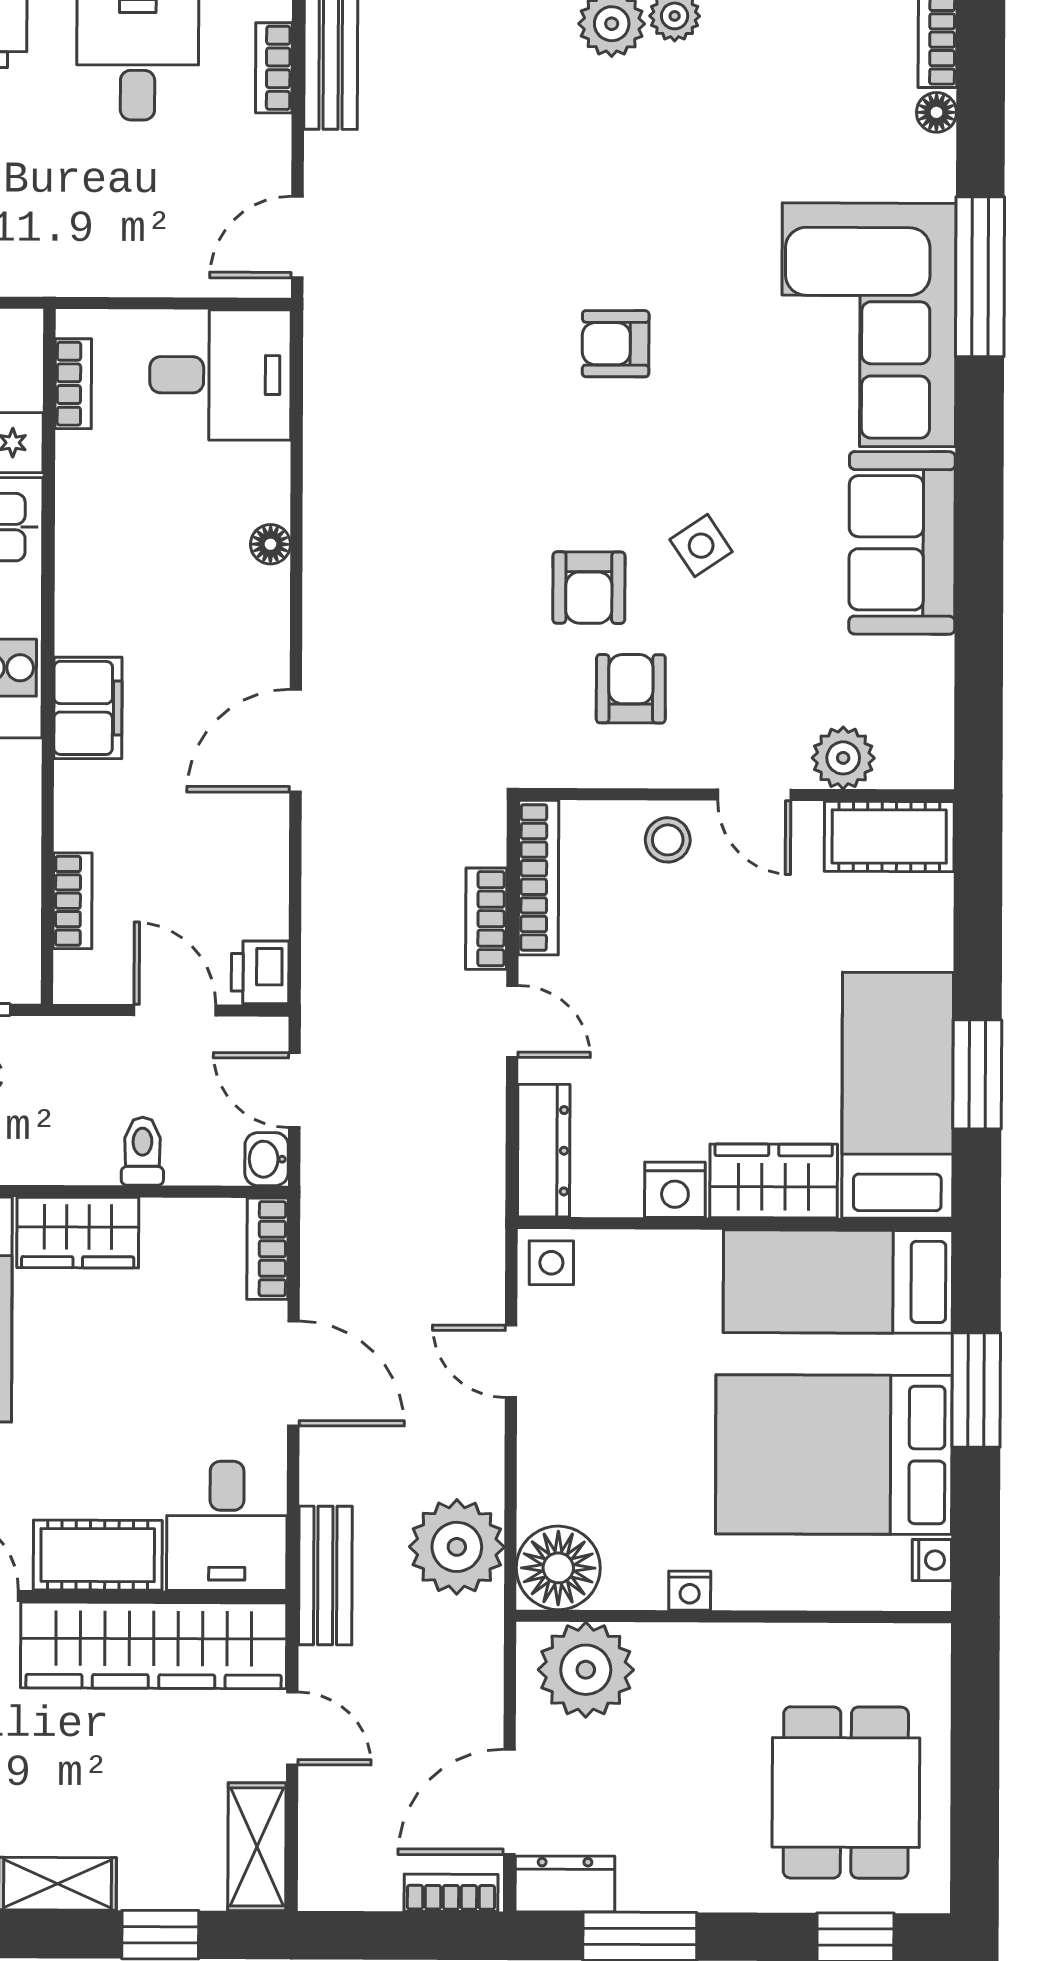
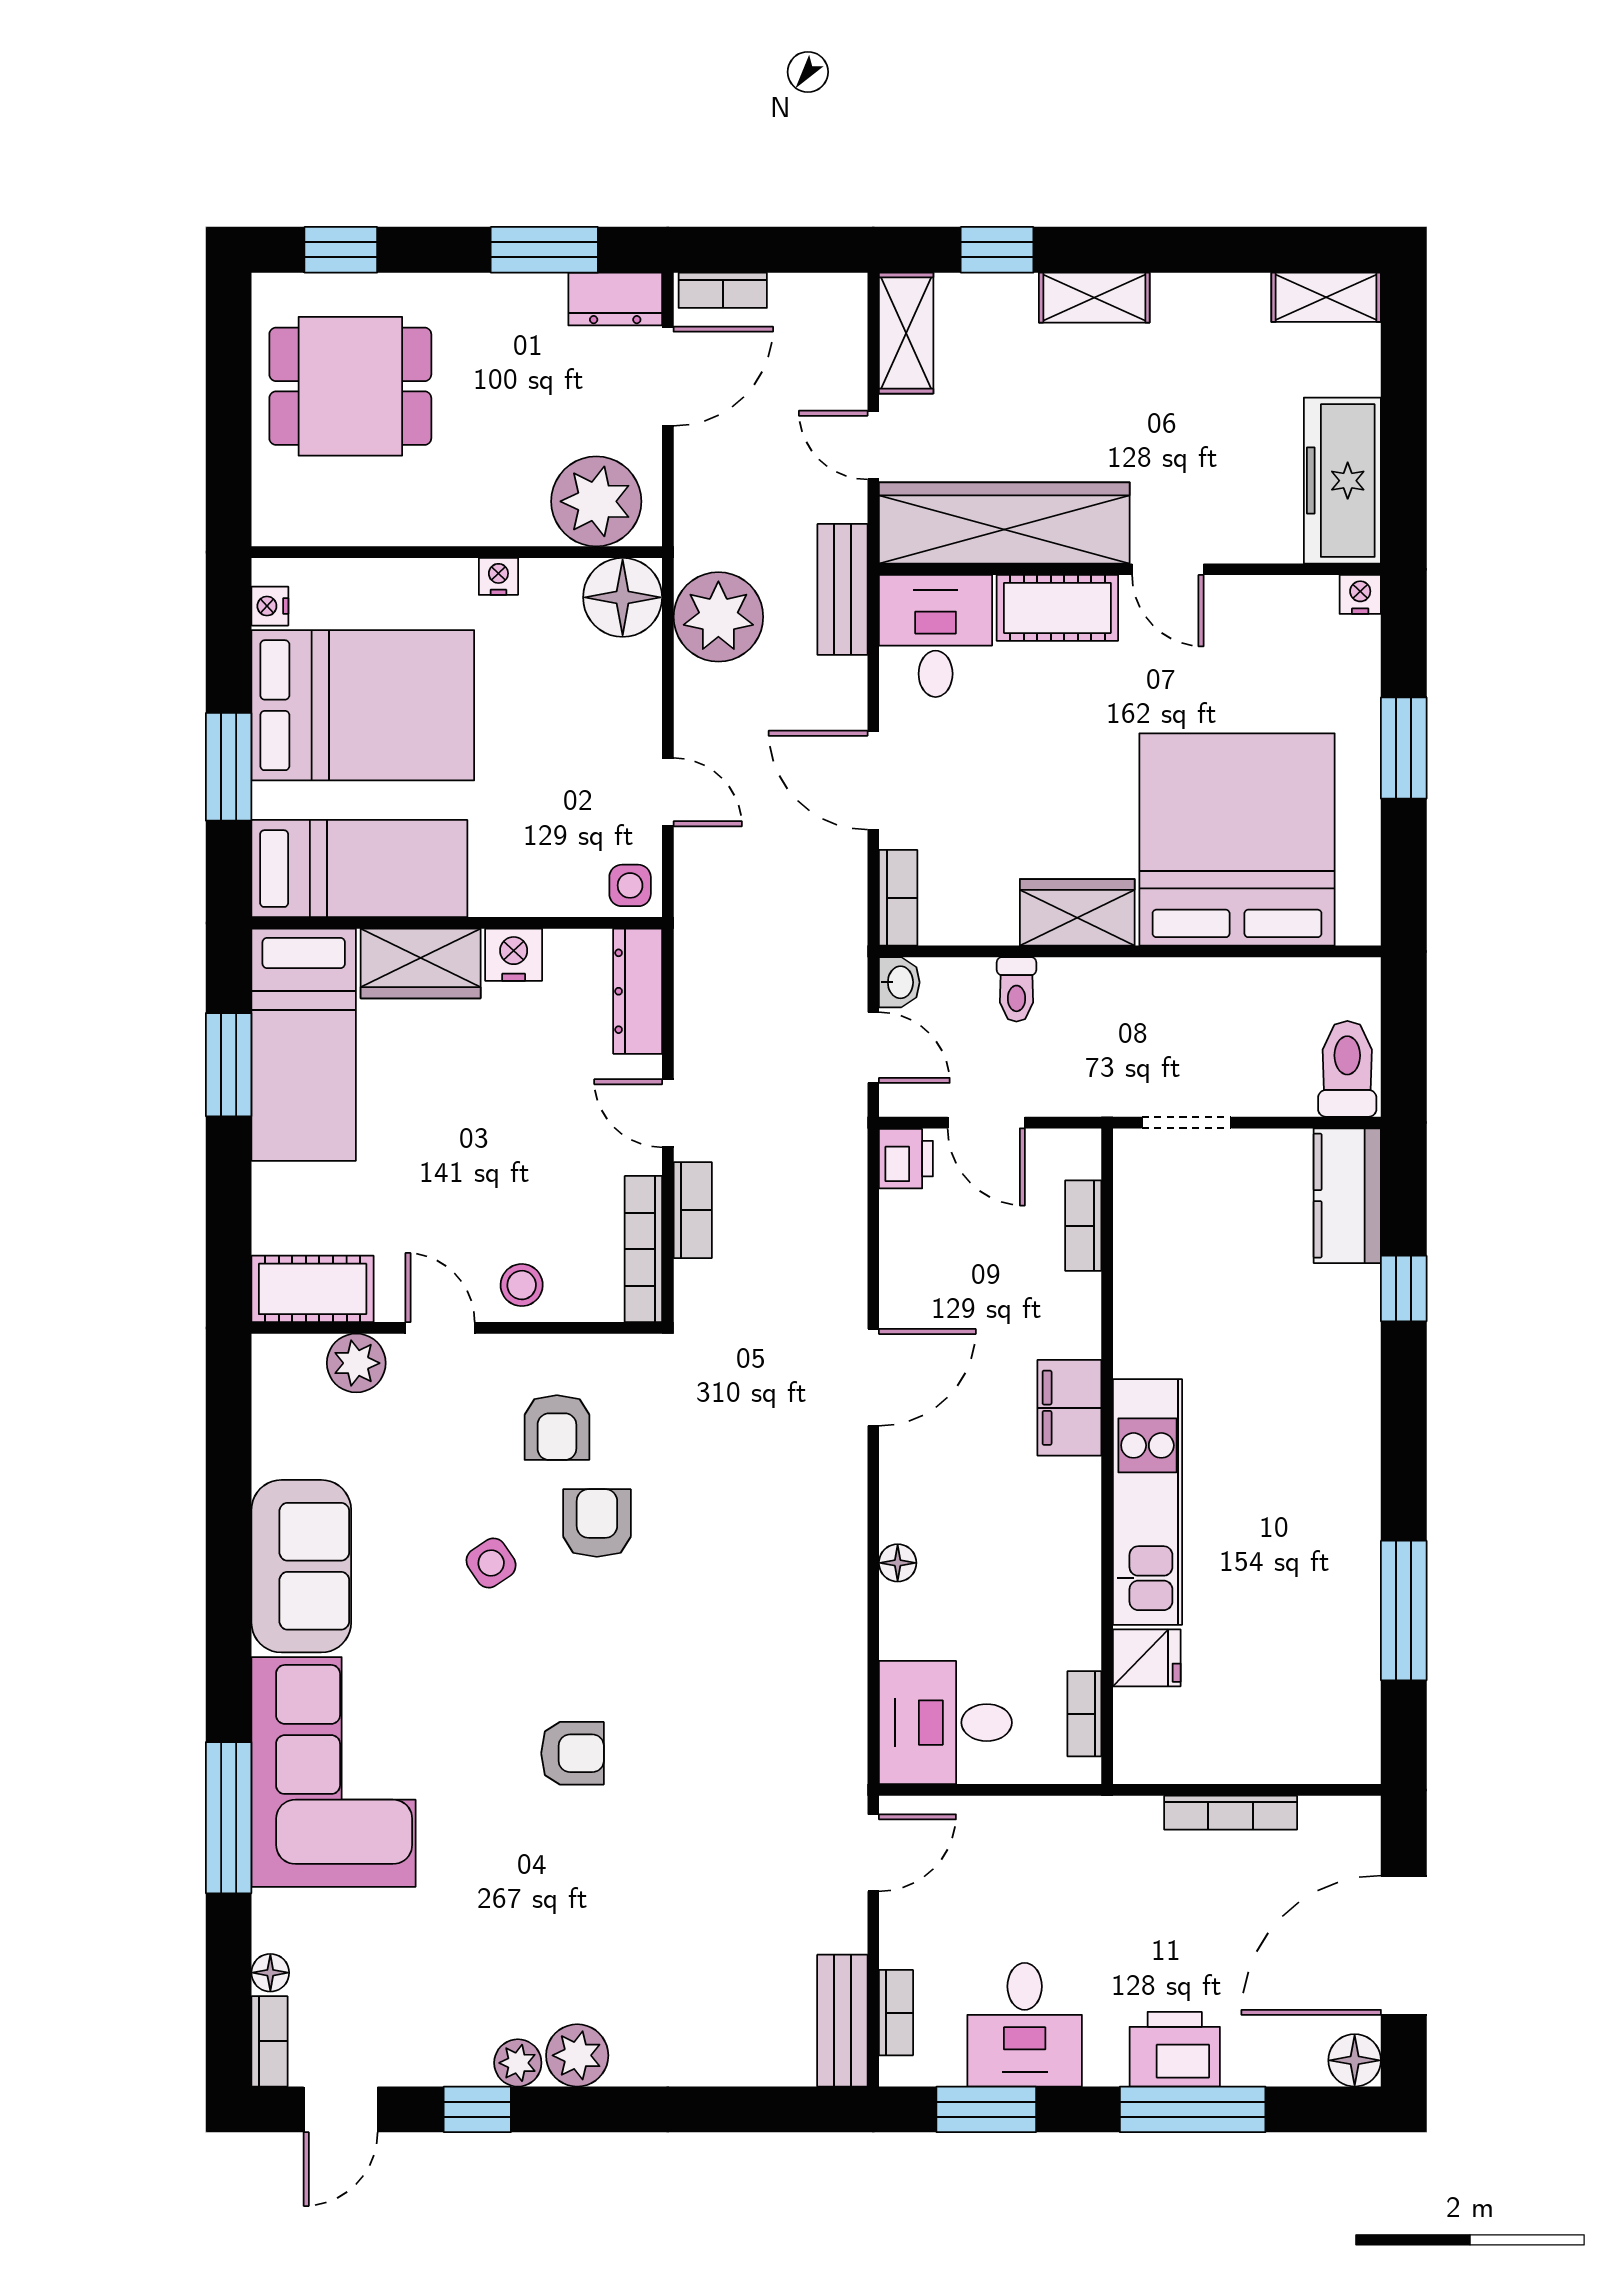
dining table: (846, 1793) -> (350, 386), turned 90

